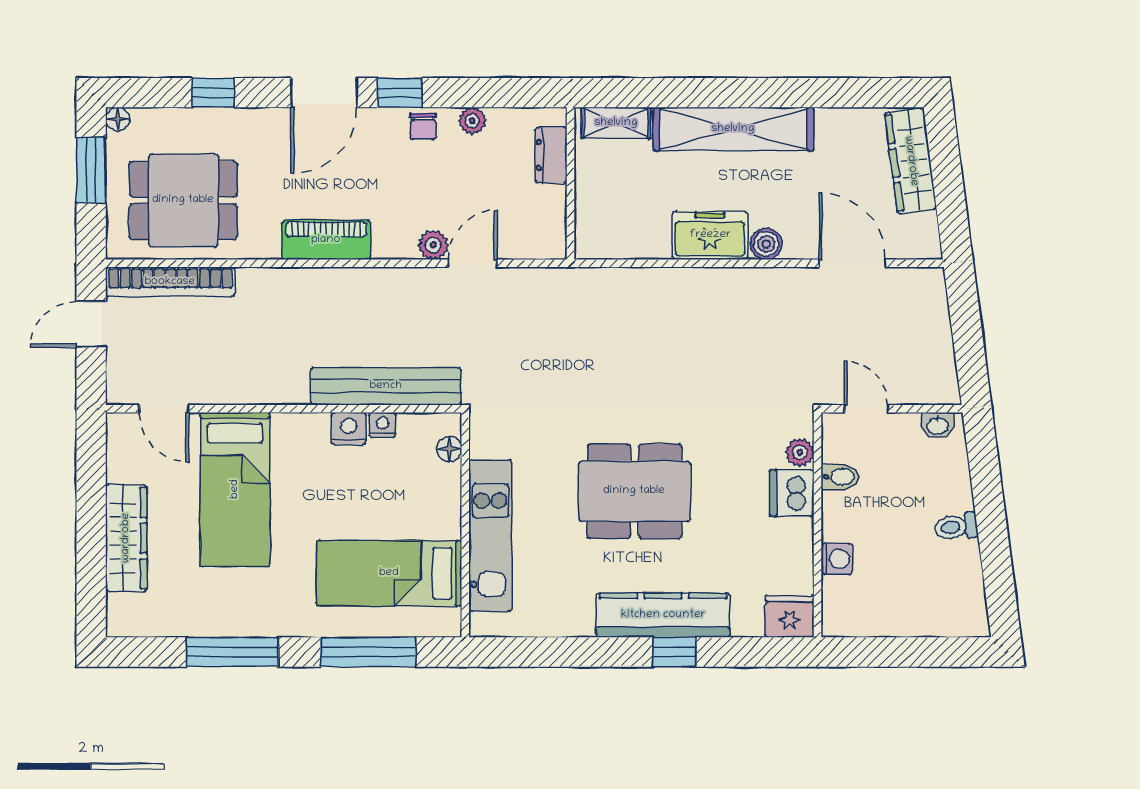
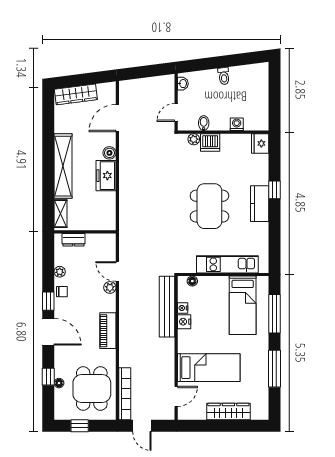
floor lamp: (118, 119) -> (59, 383), moved
window: (91, 170) -> (80, 426), width x0.67
kitchen counter: (663, 615) -> (260, 204), width x0.67

